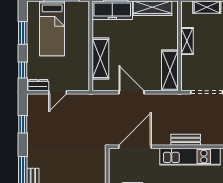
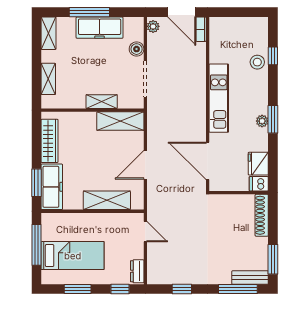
shelving: (187, 41) -> (102, 102), moved
door: (58, 92) -> (145, 232), moved
bench: (186, 140) -> (200, 103), removed

